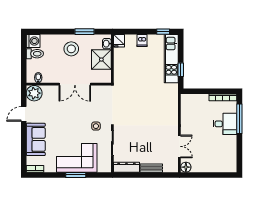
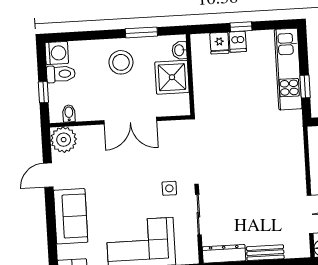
window: (163, 32) -> (241, 27), moved
fridge: (119, 41) -> (219, 43), moved
window: (24, 64) -> (43, 92), added

